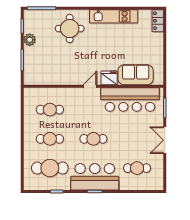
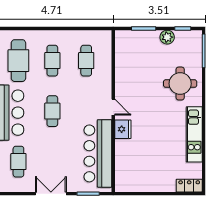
sofa: (136, 75) -> (127, 160), removed

